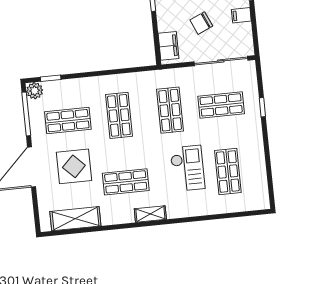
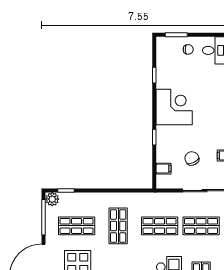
chair: (201, 23) -> (192, 158), turned 88
filing cabinet: (168, 46) -> (164, 169), width x0.50
shop shelf: (170, 110) -> (160, 226), turned 90

